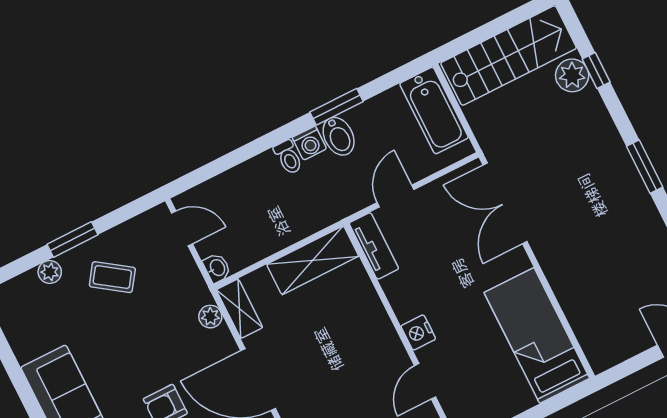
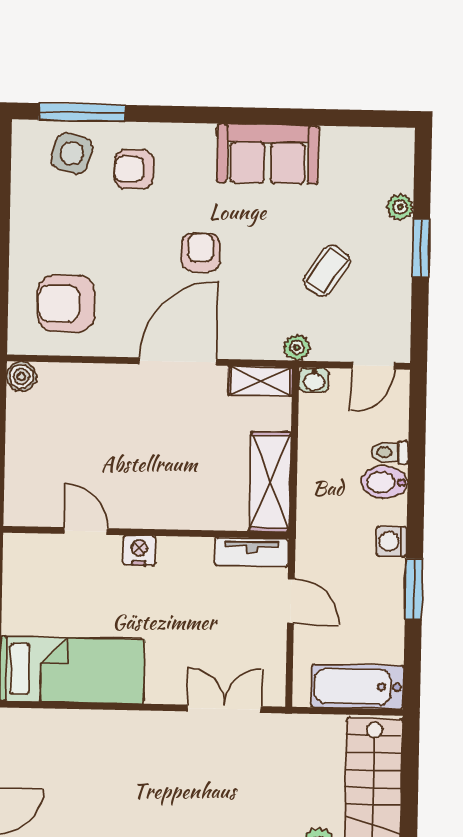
bidet: (339, 136) -> (385, 482), moved
toilet: (288, 157) -> (390, 452), moved
double door: (505, 203) -> (224, 709), width x0.73
coffee table: (112, 277) -> (327, 271), moved
plant: (210, 317) -> (297, 347), moved

